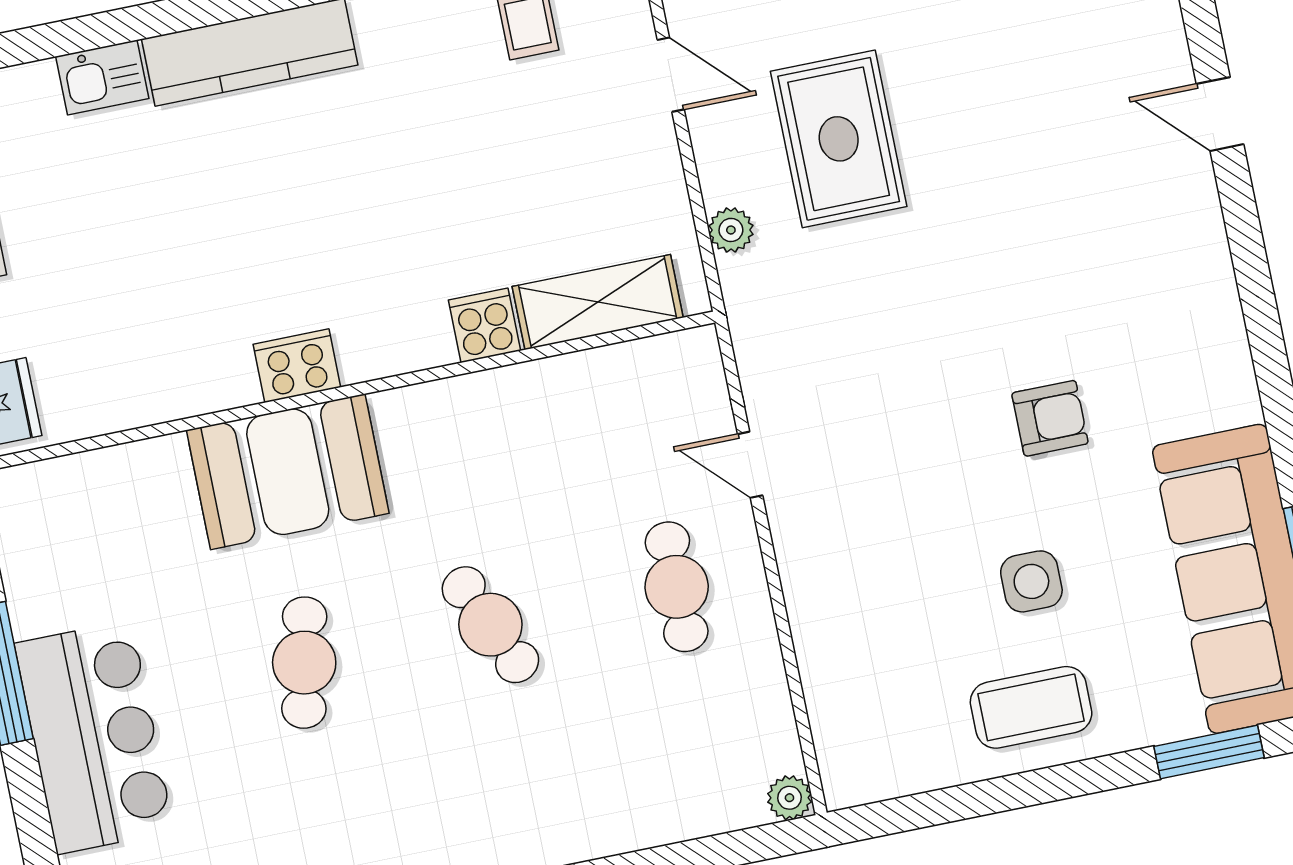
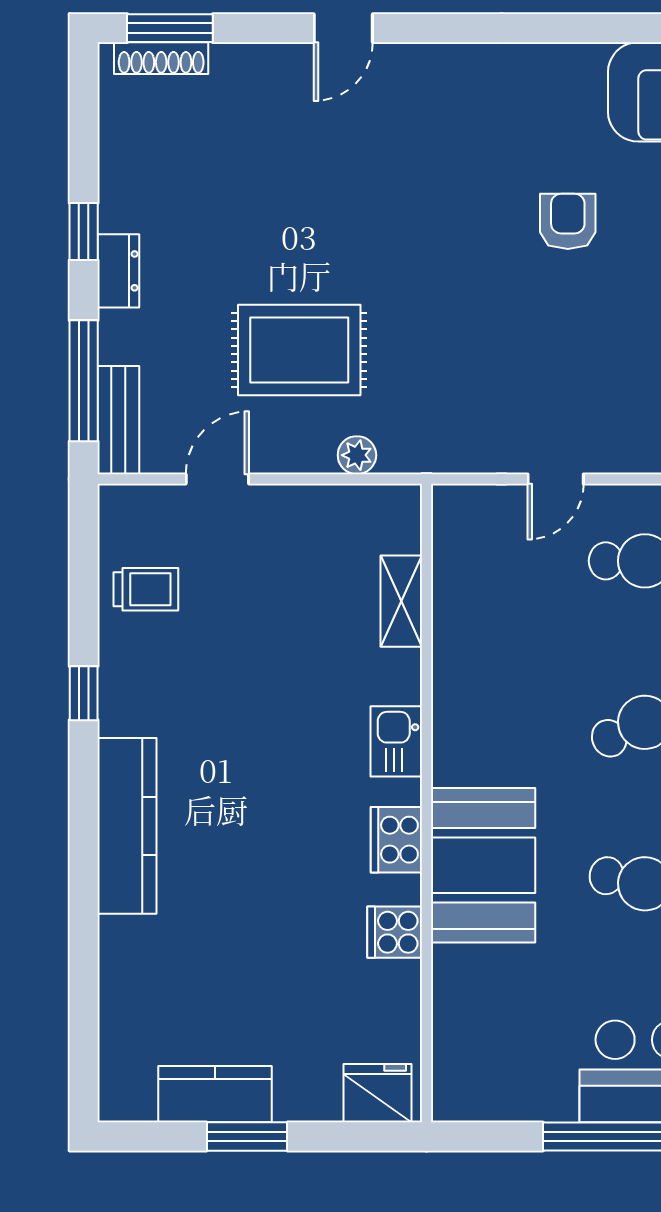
kitchen sink: (102, 77) -> (396, 741), moved, turned 180
shelving: (598, 302) -> (401, 601), width x0.67, depth x0.75
cooker: (485, 325) -> (395, 932), moved

